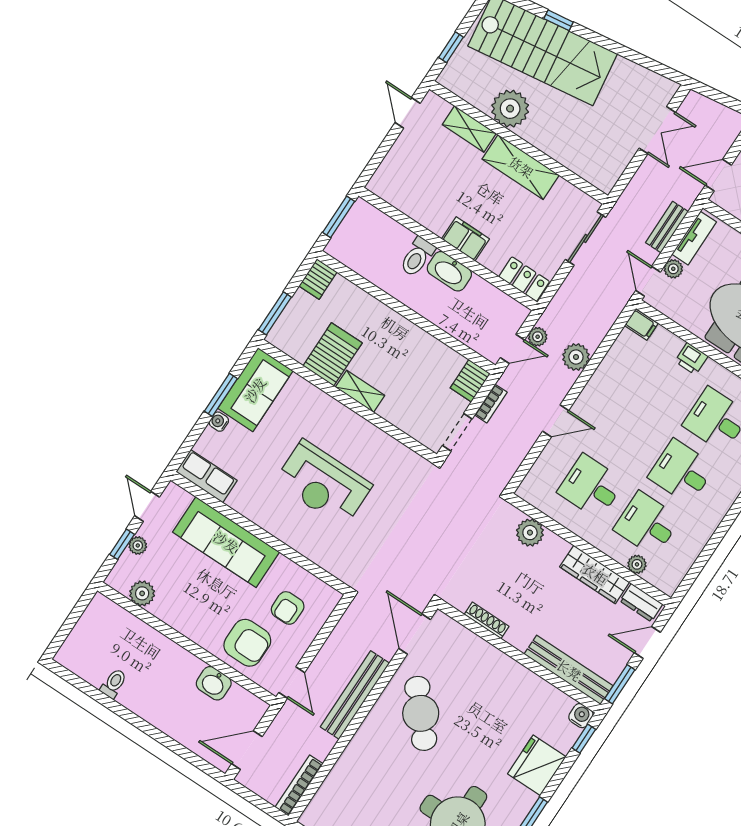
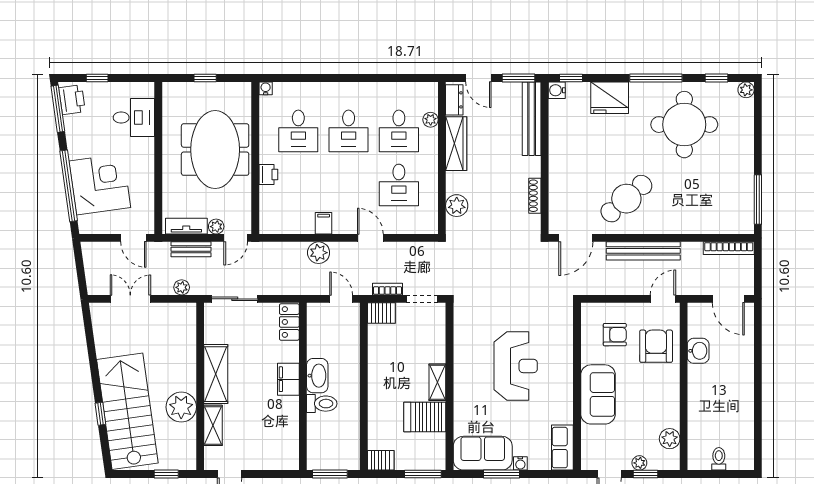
filing cabinet: (641, 325) -> (324, 223), moved
plant: (538, 337) -> (182, 287), moved
sofa: (226, 542) -> (598, 394), width x0.73
toilet: (114, 684) -> (719, 459), moved, turned 90

